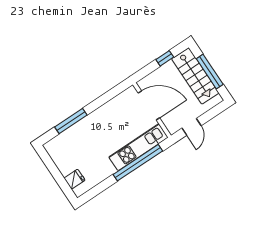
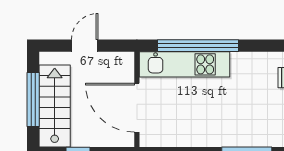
door: (191, 127) -> (85, 46), moved

